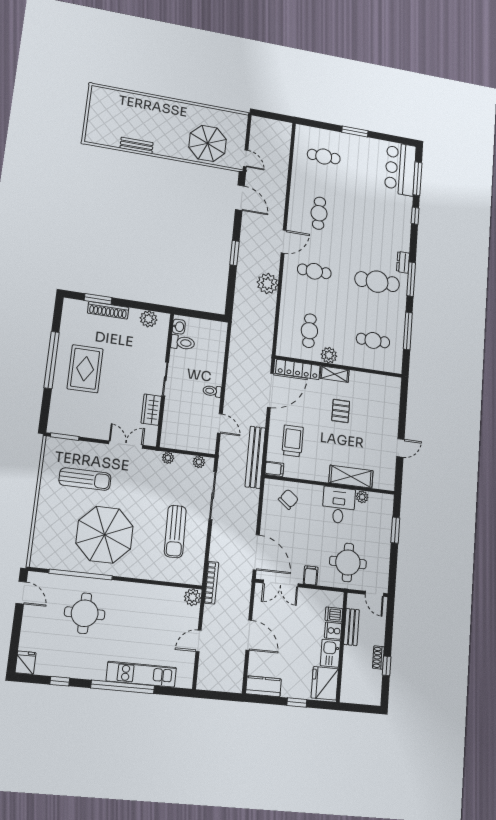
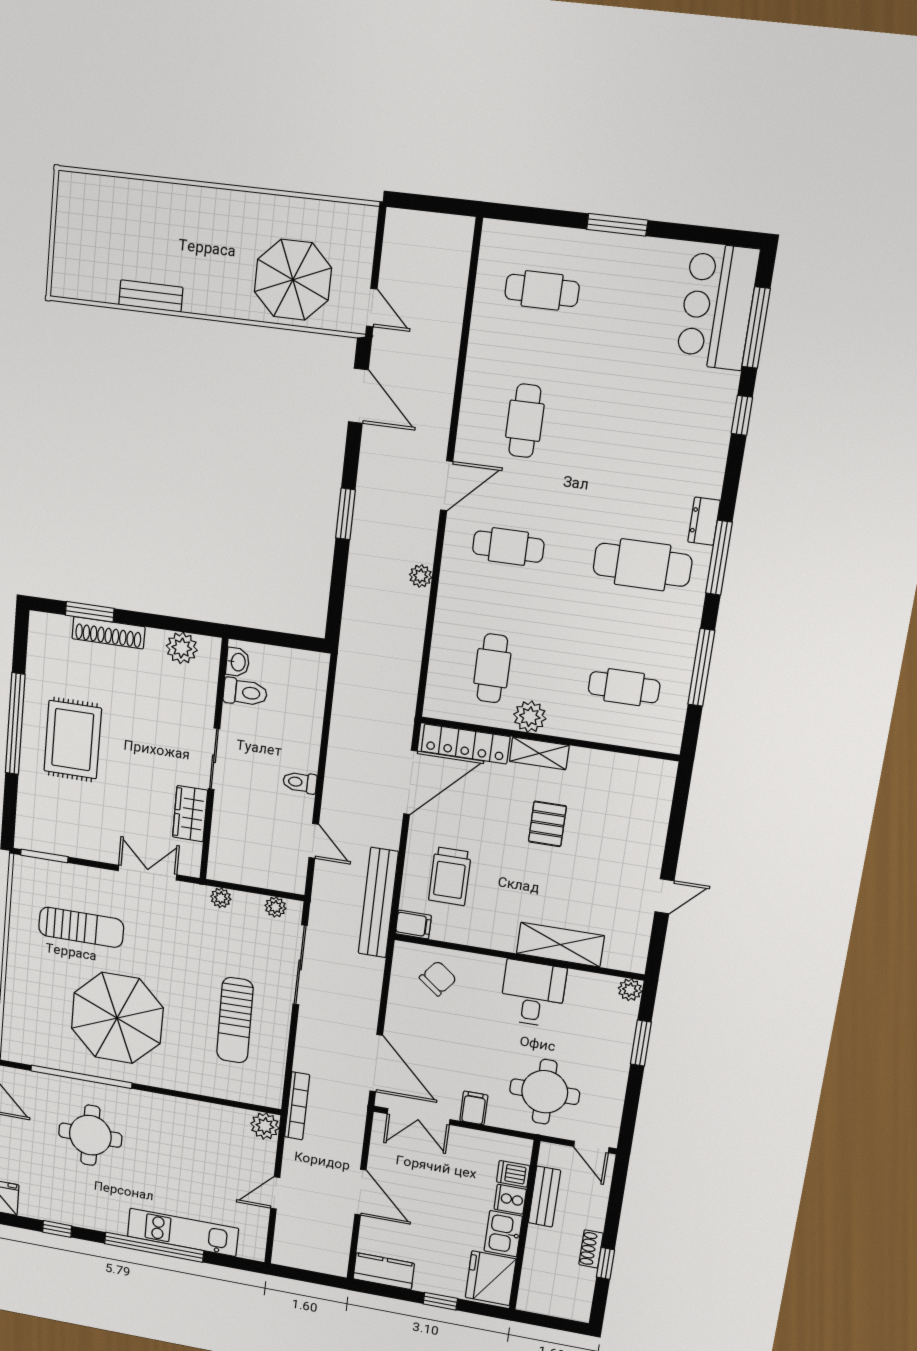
plant: (268, 284) -> (421, 576), width x0.53, depth x0.53
trolley: (293, 441) -> (450, 876), turned 180
plant: (362, 497) -> (630, 990), moved

